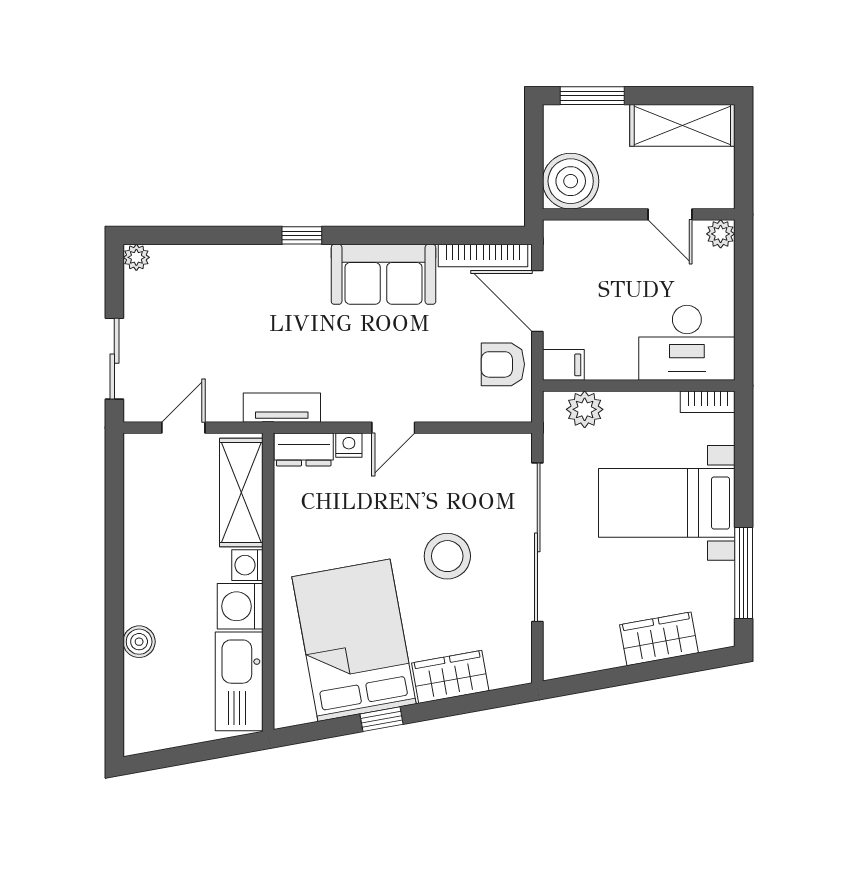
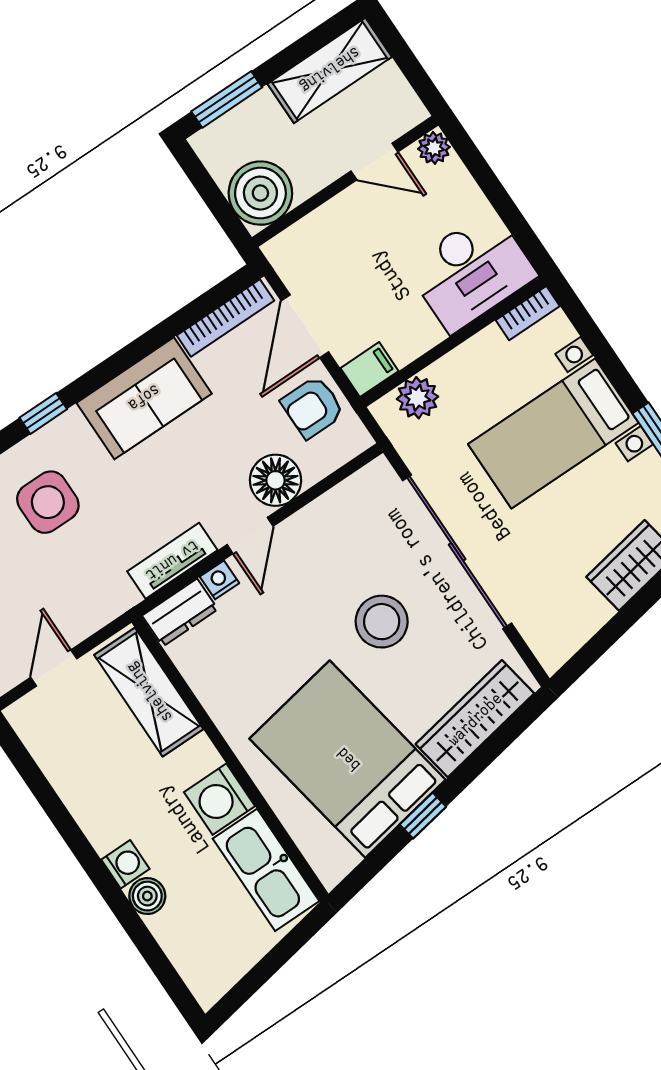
door: (537, 301) -> (305, 326), hinge flipped
side table: (261, 303) -> (48, 502), added
floor lamp: (439, 400) -> (276, 480), added
tv unit: (282, 408) -> (172, 561), moved
washing machine: (247, 565) -> (125, 864), moved, turned 180
wardrobe: (450, 677) -> (475, 719), width x1.50

